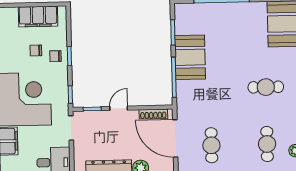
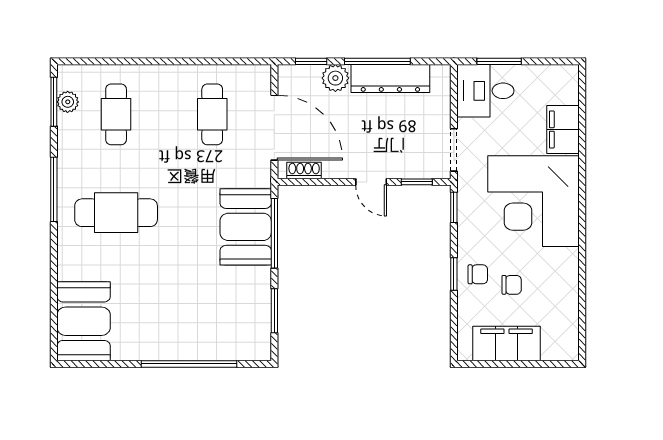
booth: (190, 57) -> (246, 227), moved
cafe table: (266, 87) -> (116, 213), width x1.37, depth x1.35
door: (119, 108) -> (371, 182), hinge flipped
shoe rack: (153, 114) -> (304, 171), width x0.70

